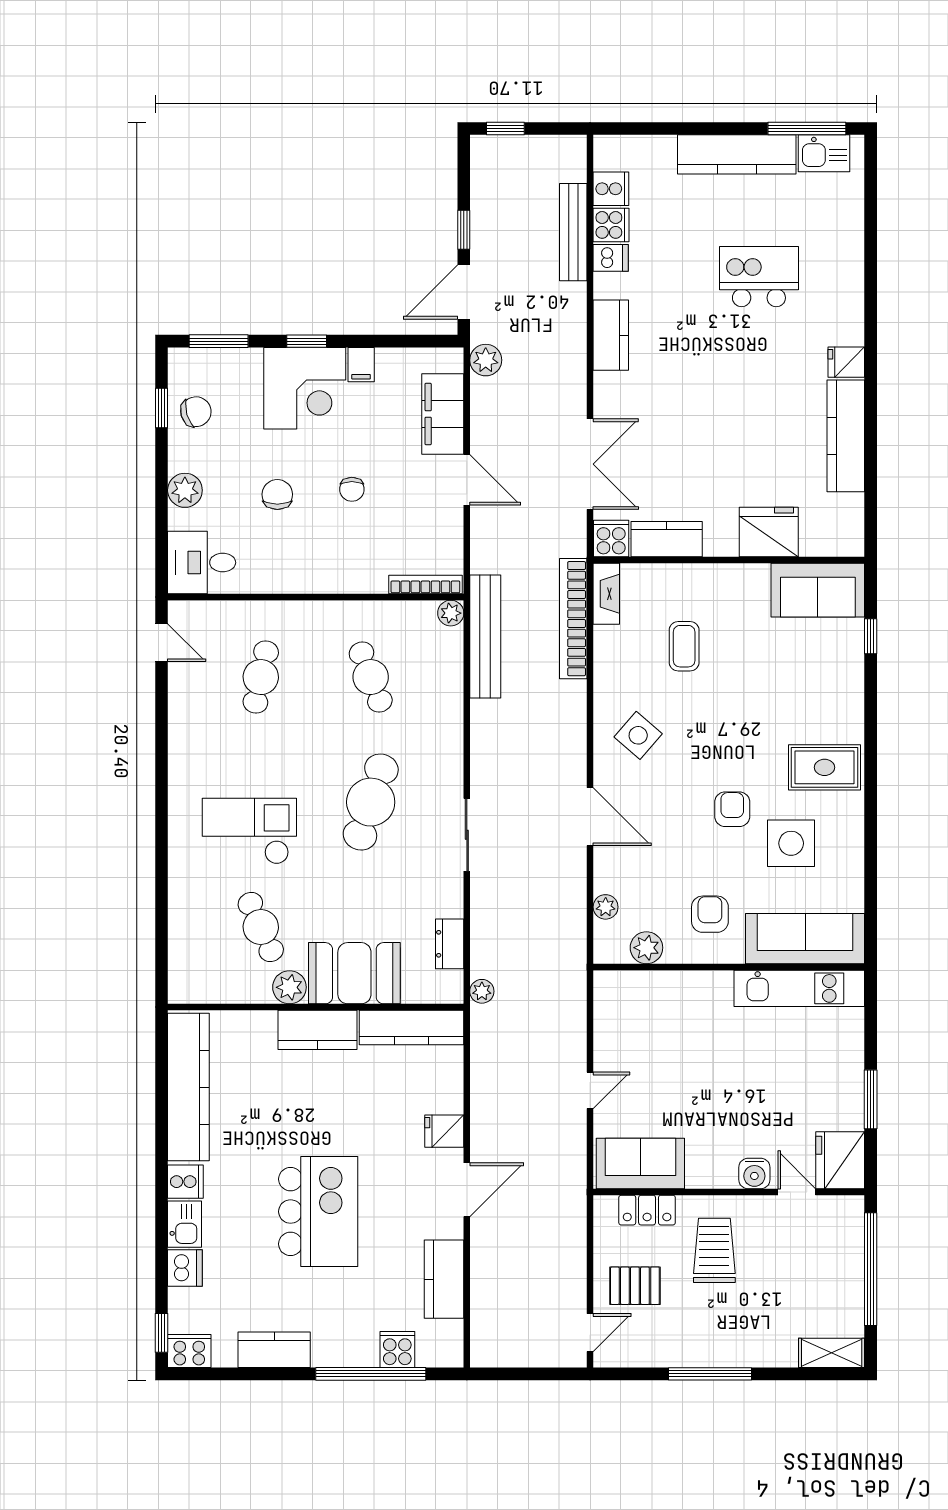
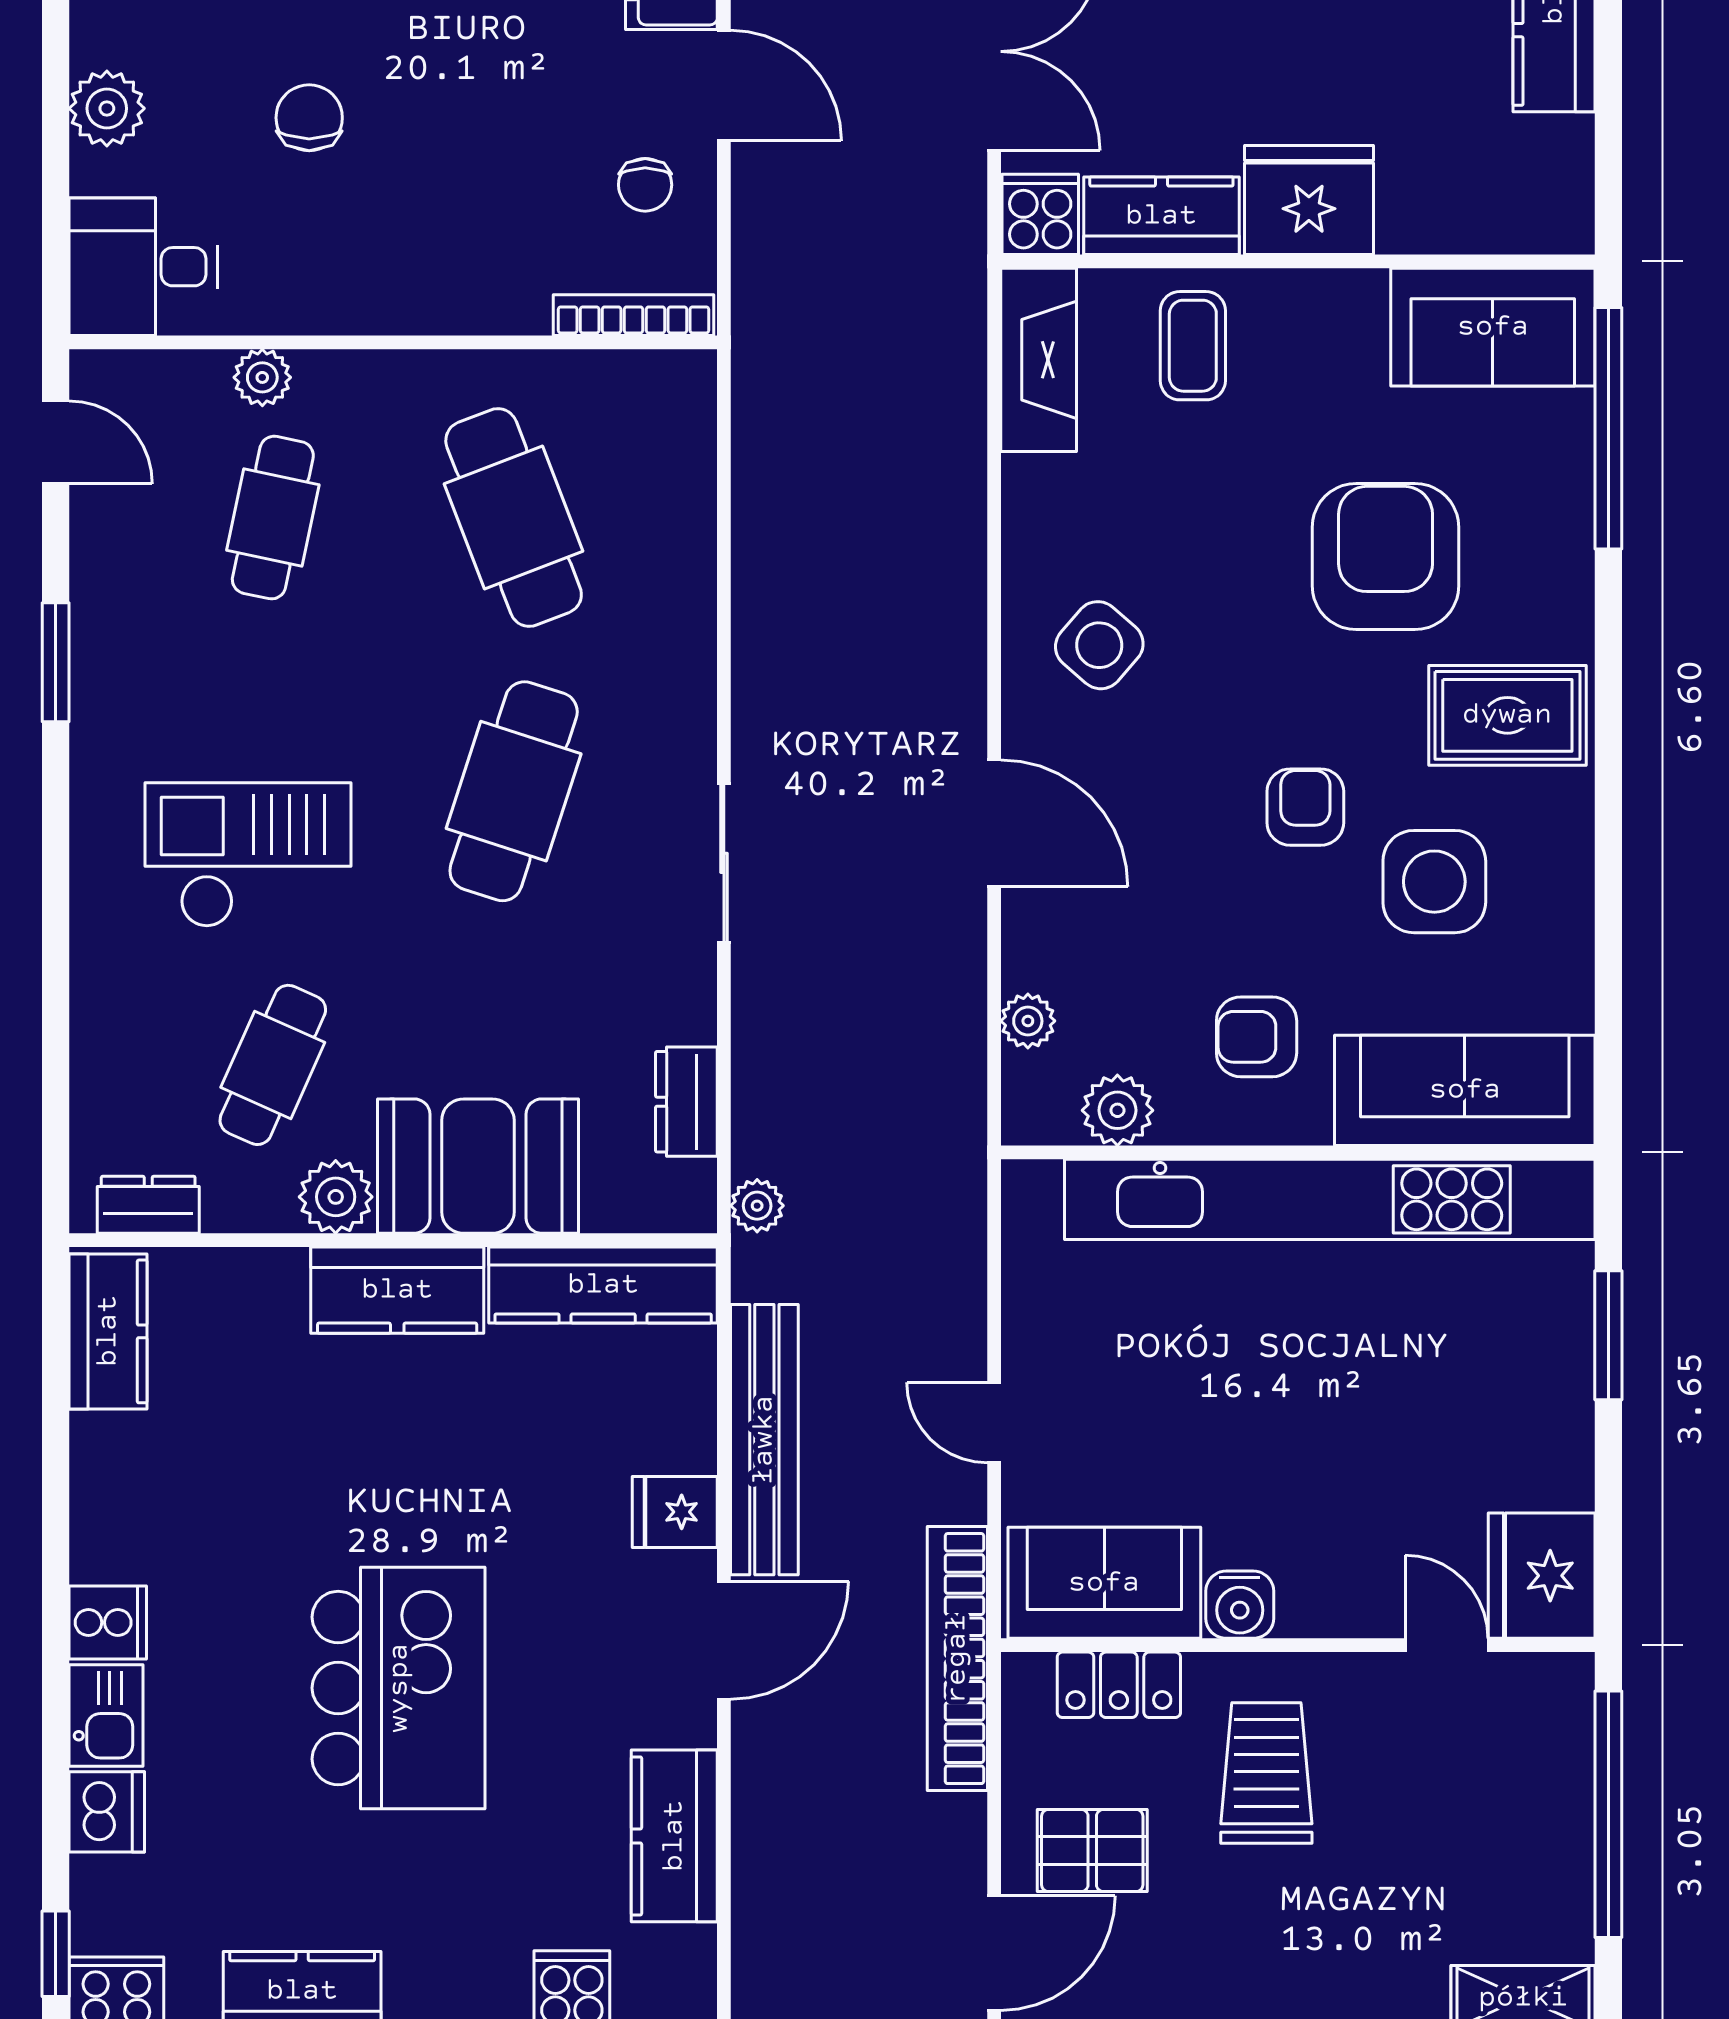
chair: (352, 489) -> (645, 185), moved
fridge: (769, 532) -> (1309, 200), moved
fireplace: (606, 594) -> (1039, 360), width x1.37, depth x1.32
plant: (451, 613) -> (262, 377), moved
bookcase: (573, 619) -> (957, 1659), moved
window: (871, 636) -> (1608, 428), width x3.17
bench: (485, 637) -> (764, 1440), moved
coffee table: (684, 646) -> (1193, 346), moved
cafe table: (371, 677) -> (514, 518), width x1.37, depth x1.35
armchair: (769, 695) -> (1386, 557), added
window: (162, 743) -> (56, 662), added
armchair: (710, 914) -> (1257, 1037), turned -90
cafe table: (261, 927) -> (273, 1065), turned 48
kitchen unit: (799, 988) -> (1330, 1199), width x1.86
dresser: (204, 991) -> (148, 1205), added
kitchen counter: (188, 1087) -> (108, 1331), width x0.48, depth x0.86
door: (590, 1090) -> (994, 1423), swing flipped
window: (871, 1099) -> (1608, 1335), moved
water cooler: (754, 1173) -> (1240, 1605), moved
door: (590, 1333) -> (994, 1953), width x1.37

